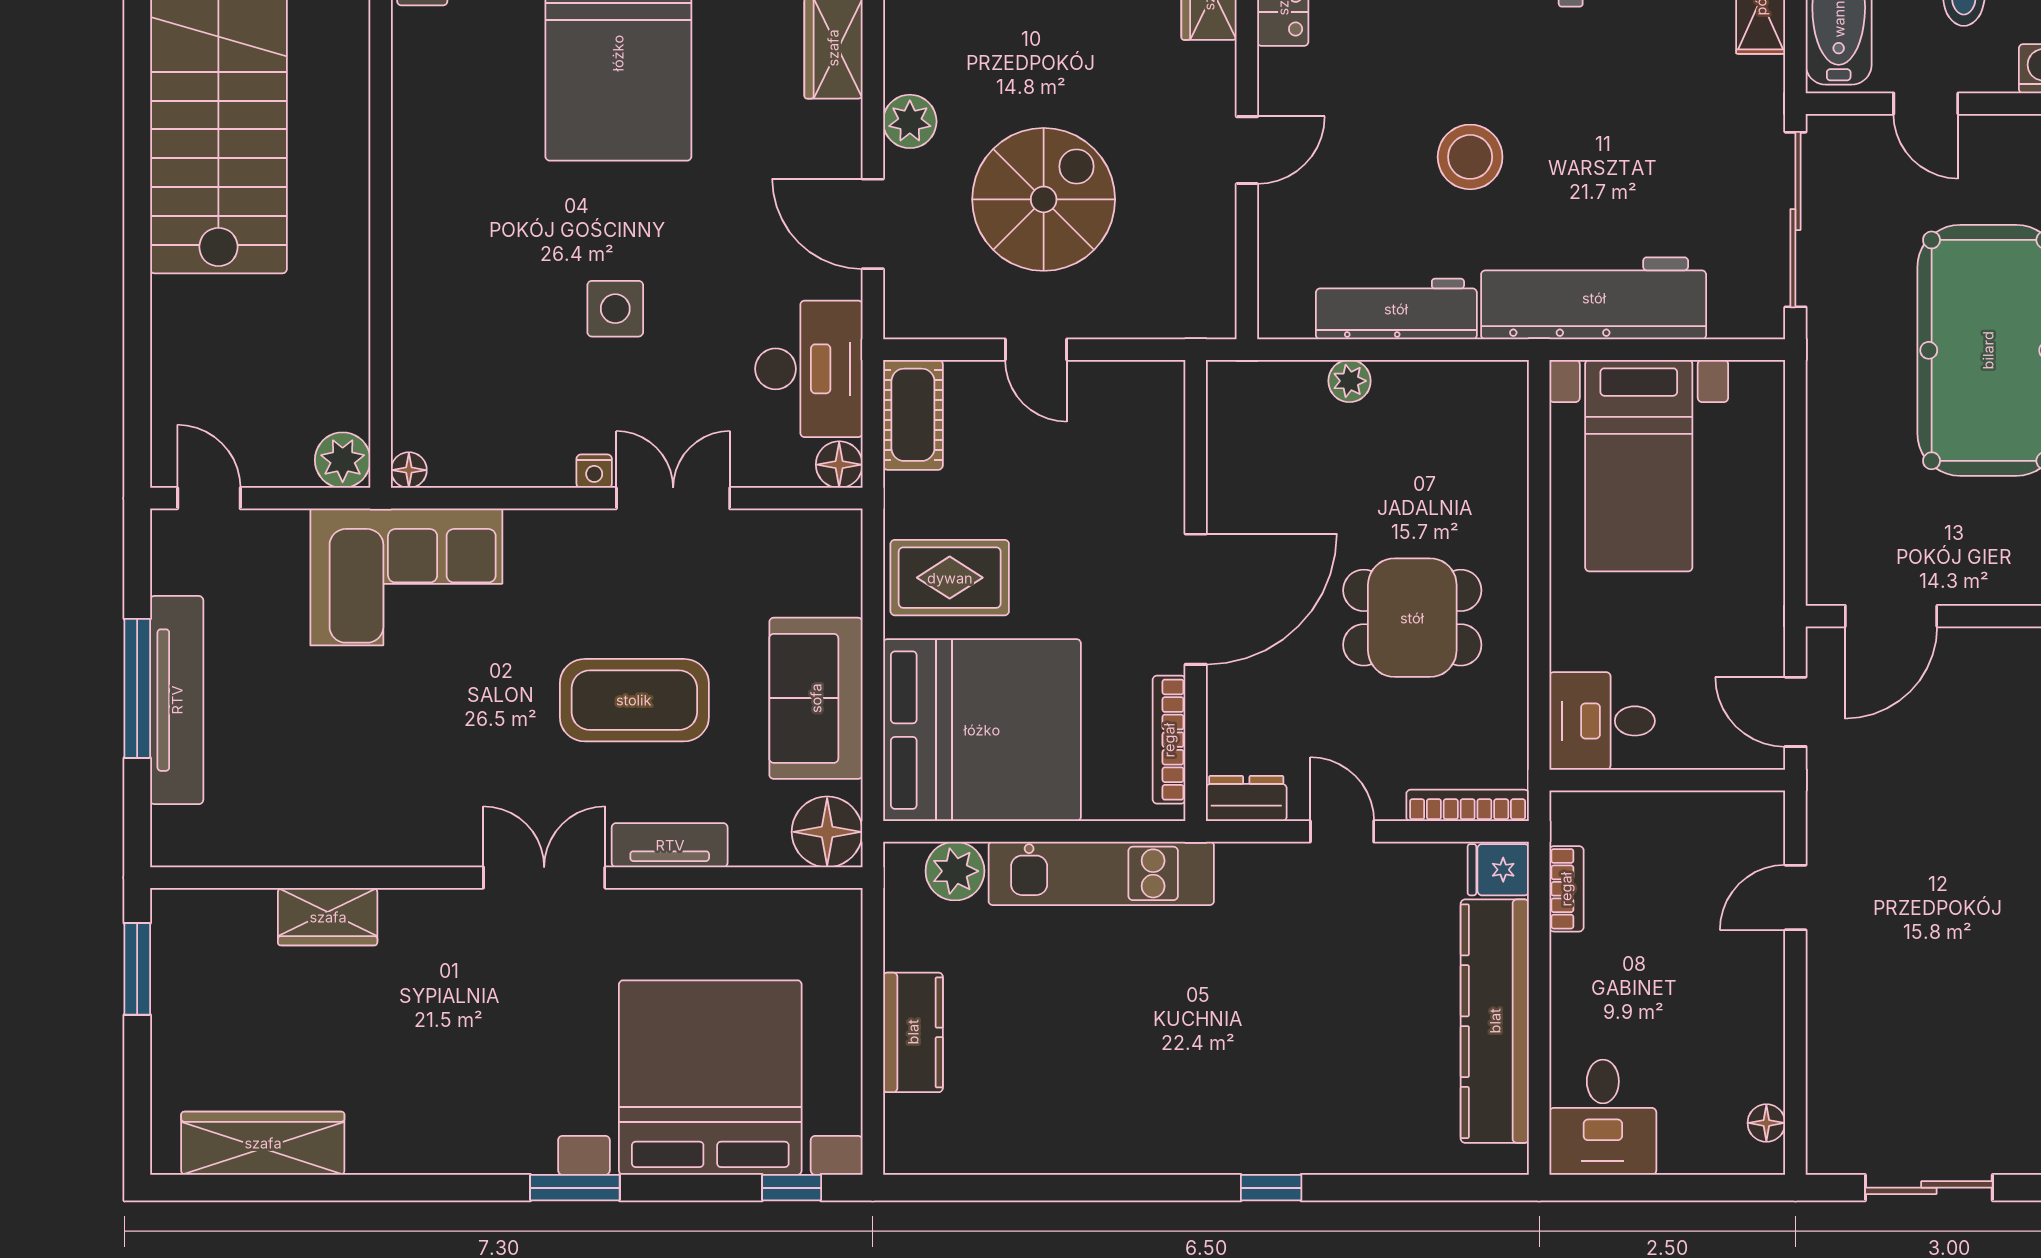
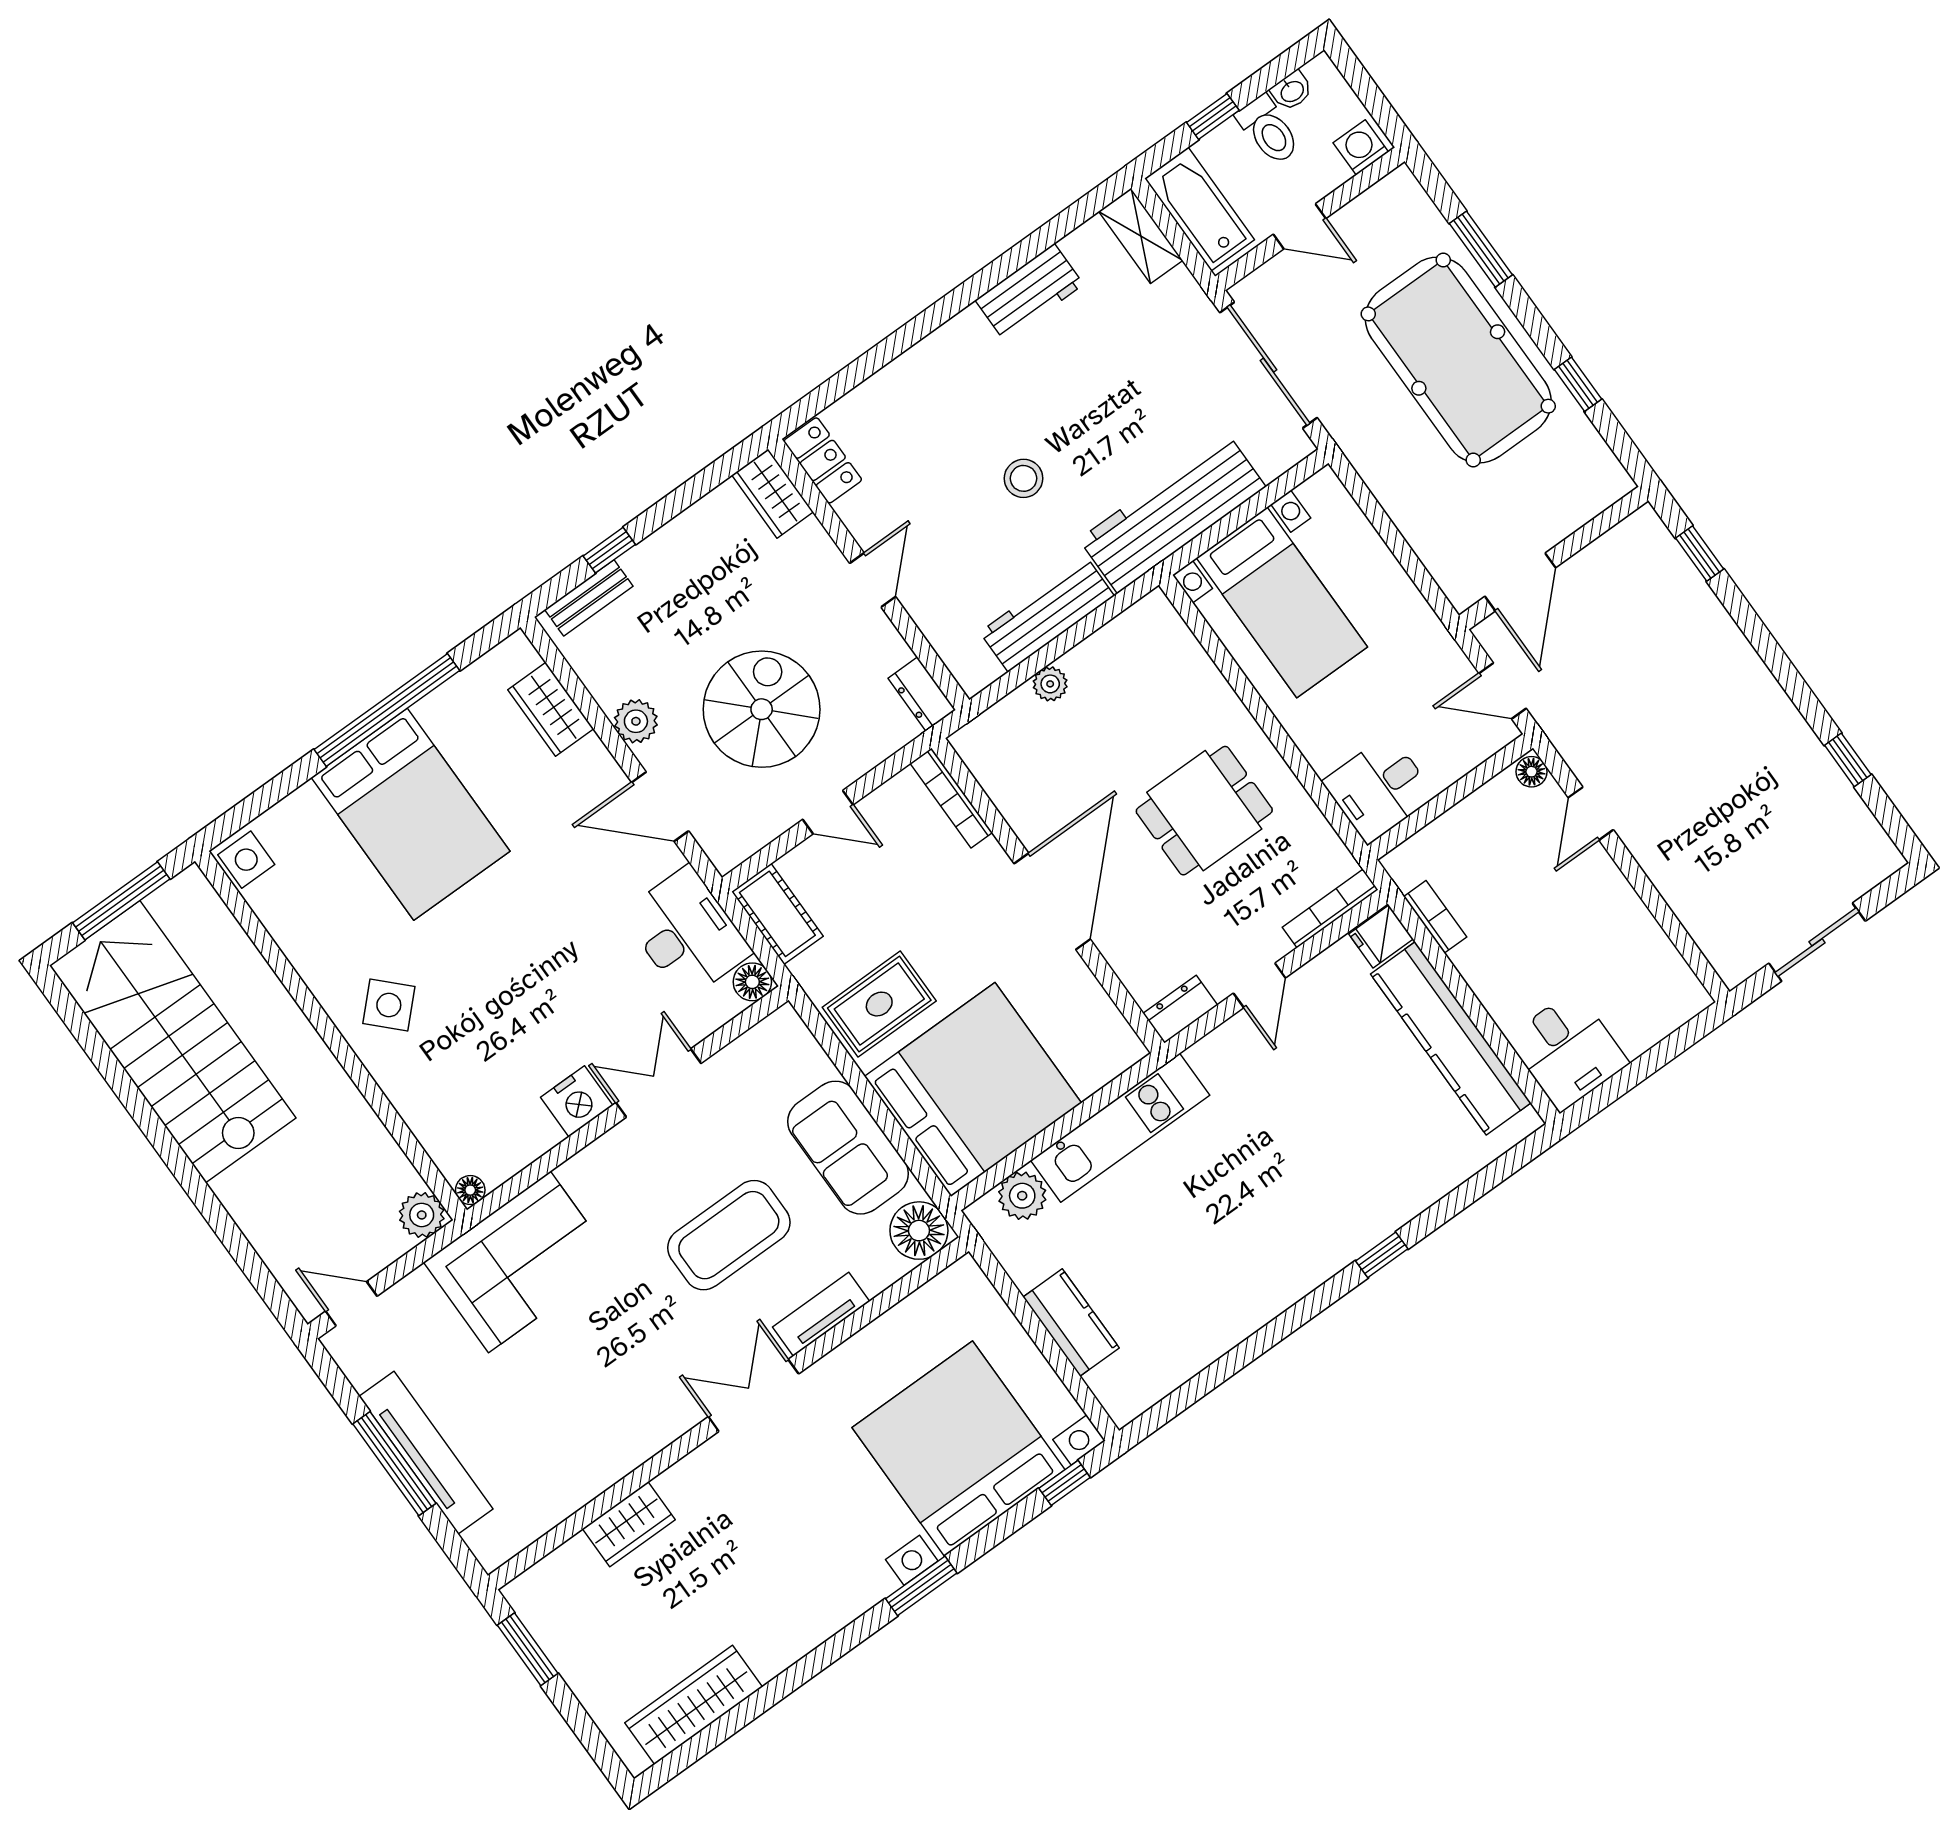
stool: (1470, 157) -> (1024, 478), width x0.73, depth x0.73
dresser: (1214, 299) -> (922, 694), added
side table: (615, 309) -> (389, 1005), moved, turned 45
nightstand: (594, 471) -> (577, 1101), width x1.89, depth x1.79
bookcase: (1169, 740) -> (951, 798), moved
door: (1342, 831) -> (1259, 985), swing flipped
floor lamp: (1766, 1123) -> (1532, 772), moved

